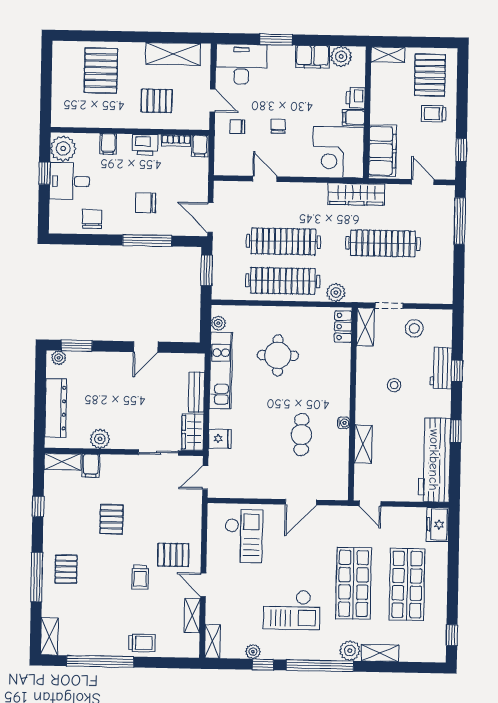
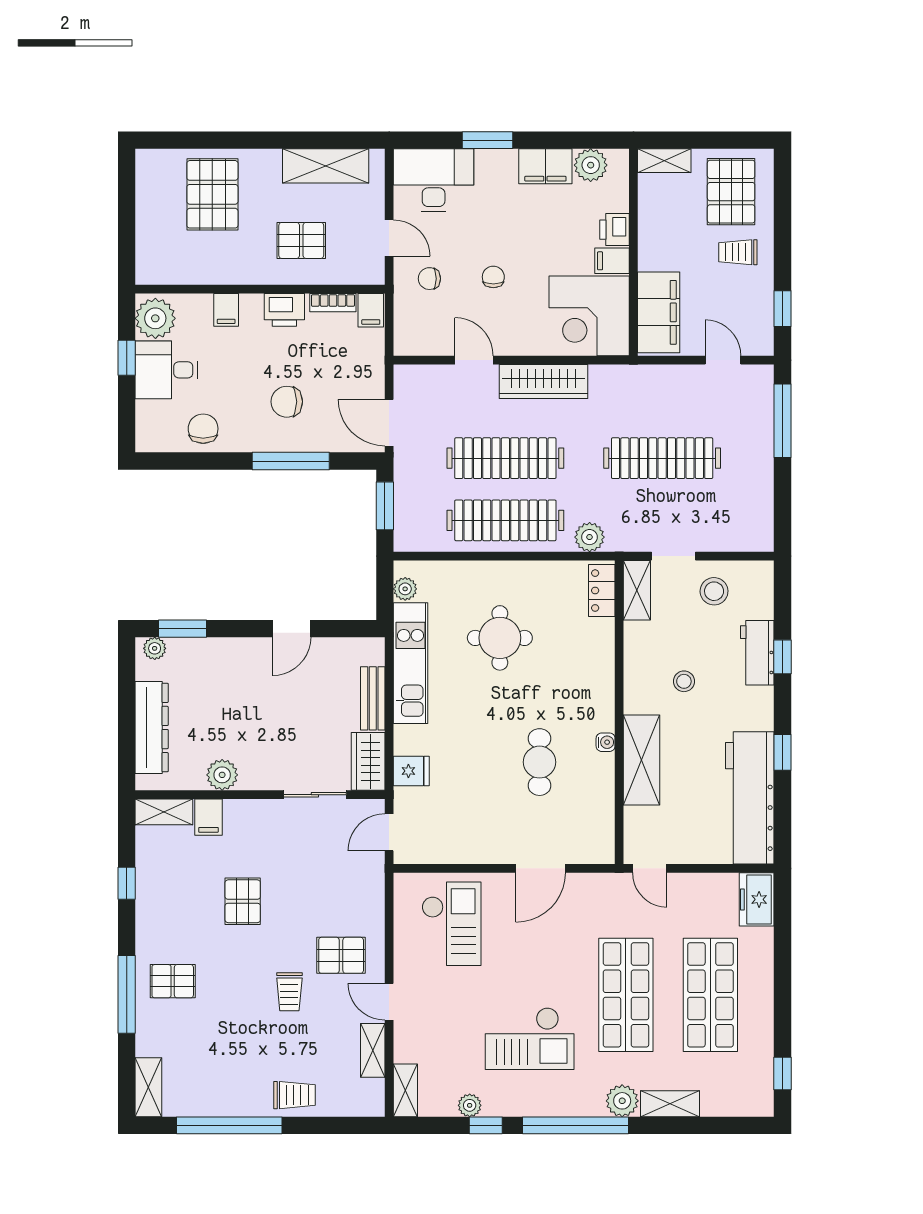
wardrobe: (356, 194) -> (543, 382), moved
shelving: (363, 444) -> (642, 760), width x1.50, depth x1.33
pallet: (66, 569) -> (173, 981), turned 90

